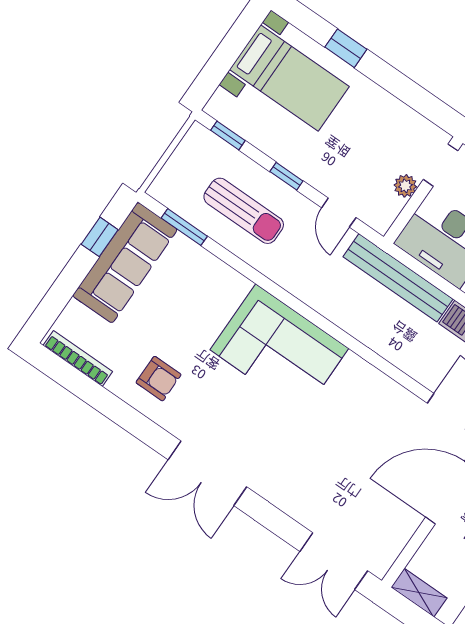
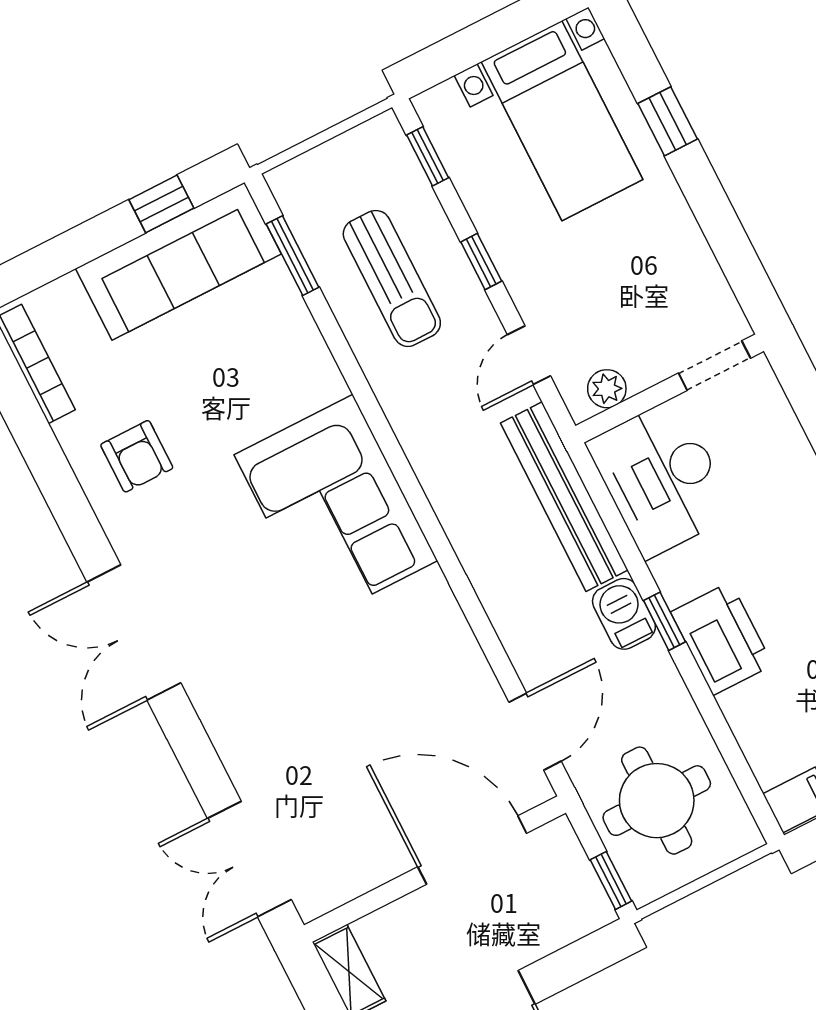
plant: (405, 186) -> (607, 389), moved

